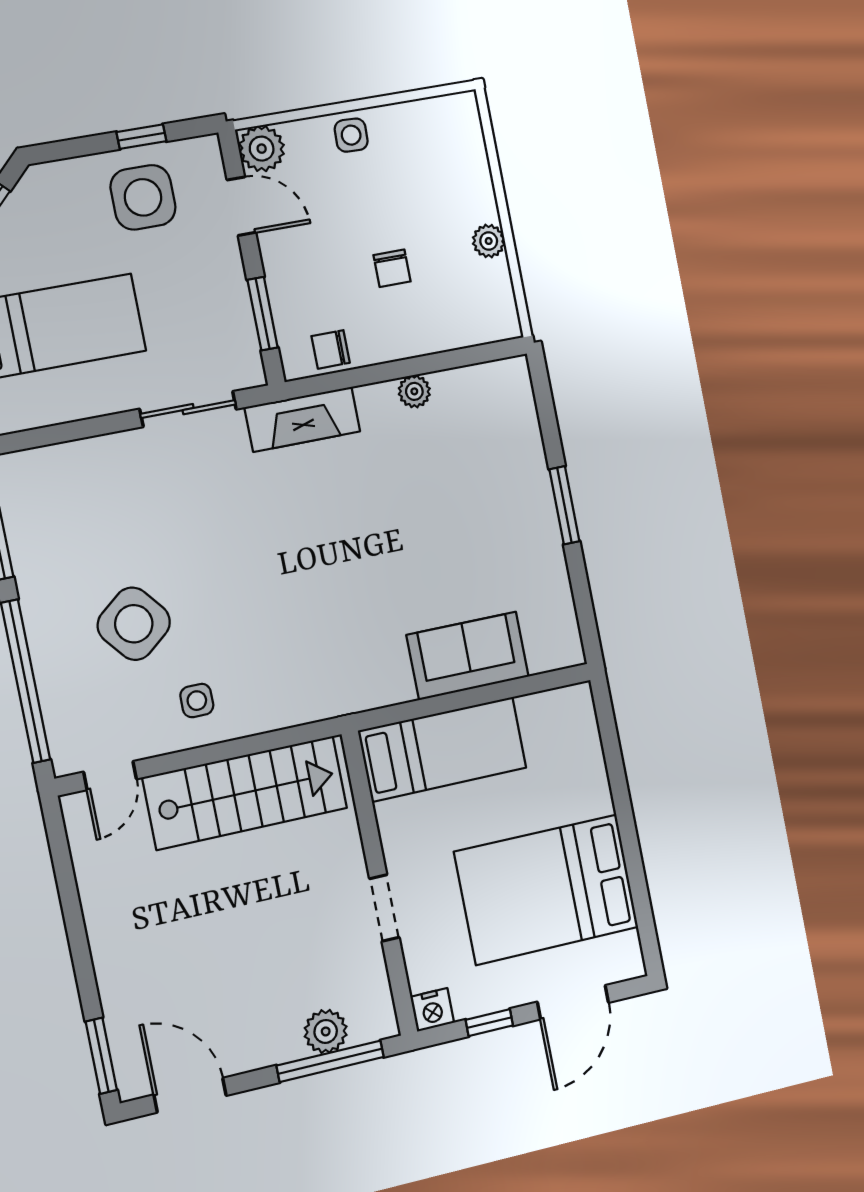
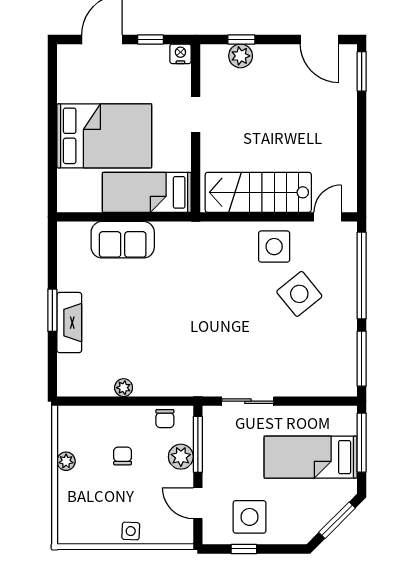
plant: (262, 149) -> (181, 457), moved
window: (263, 314) -> (198, 444), width x1.44
chair: (331, 349) -> (165, 419), turned 90
fireplace: (302, 419) -> (69, 323), moved, turned 90
side table: (197, 701) -> (274, 247), width x1.87, depth x1.87
bed: (547, 890) -> (104, 136), moved
window: (330, 1061) -> (241, 39), width x0.46

